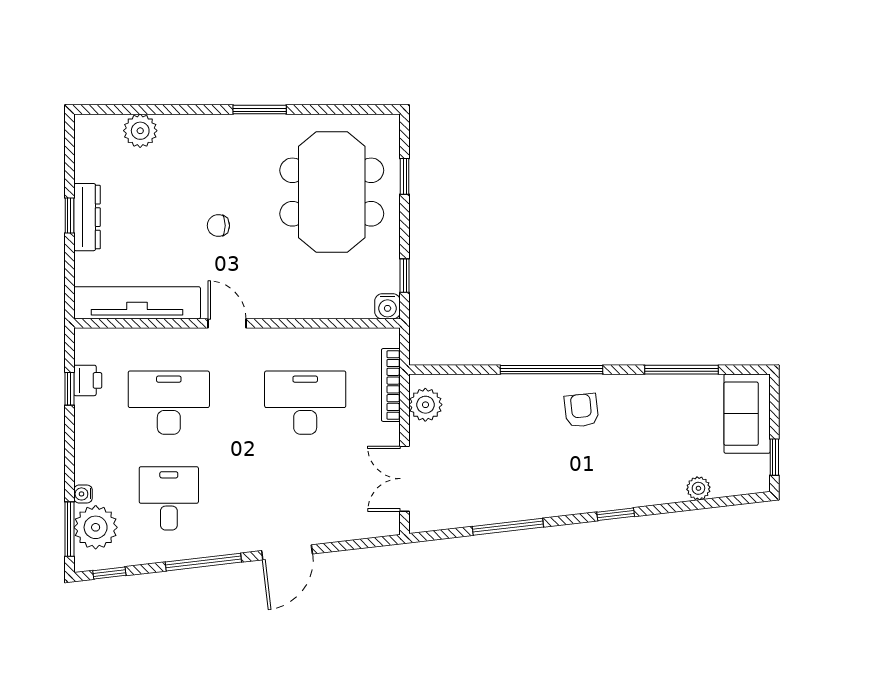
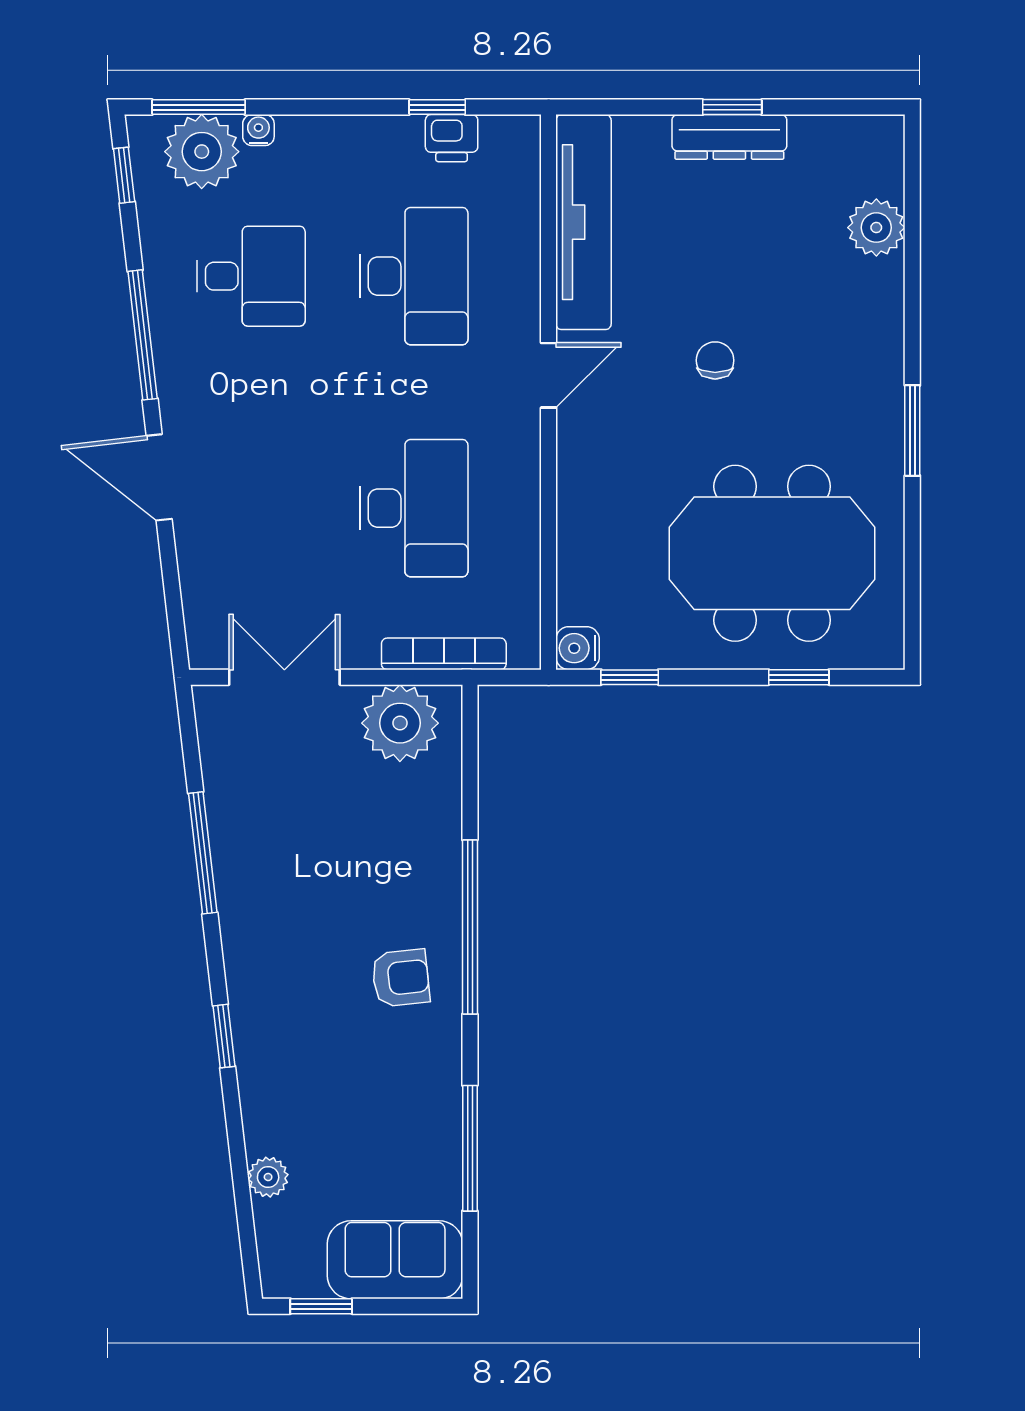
plant: (425, 405) -> (400, 723), width x1.36, depth x1.36

